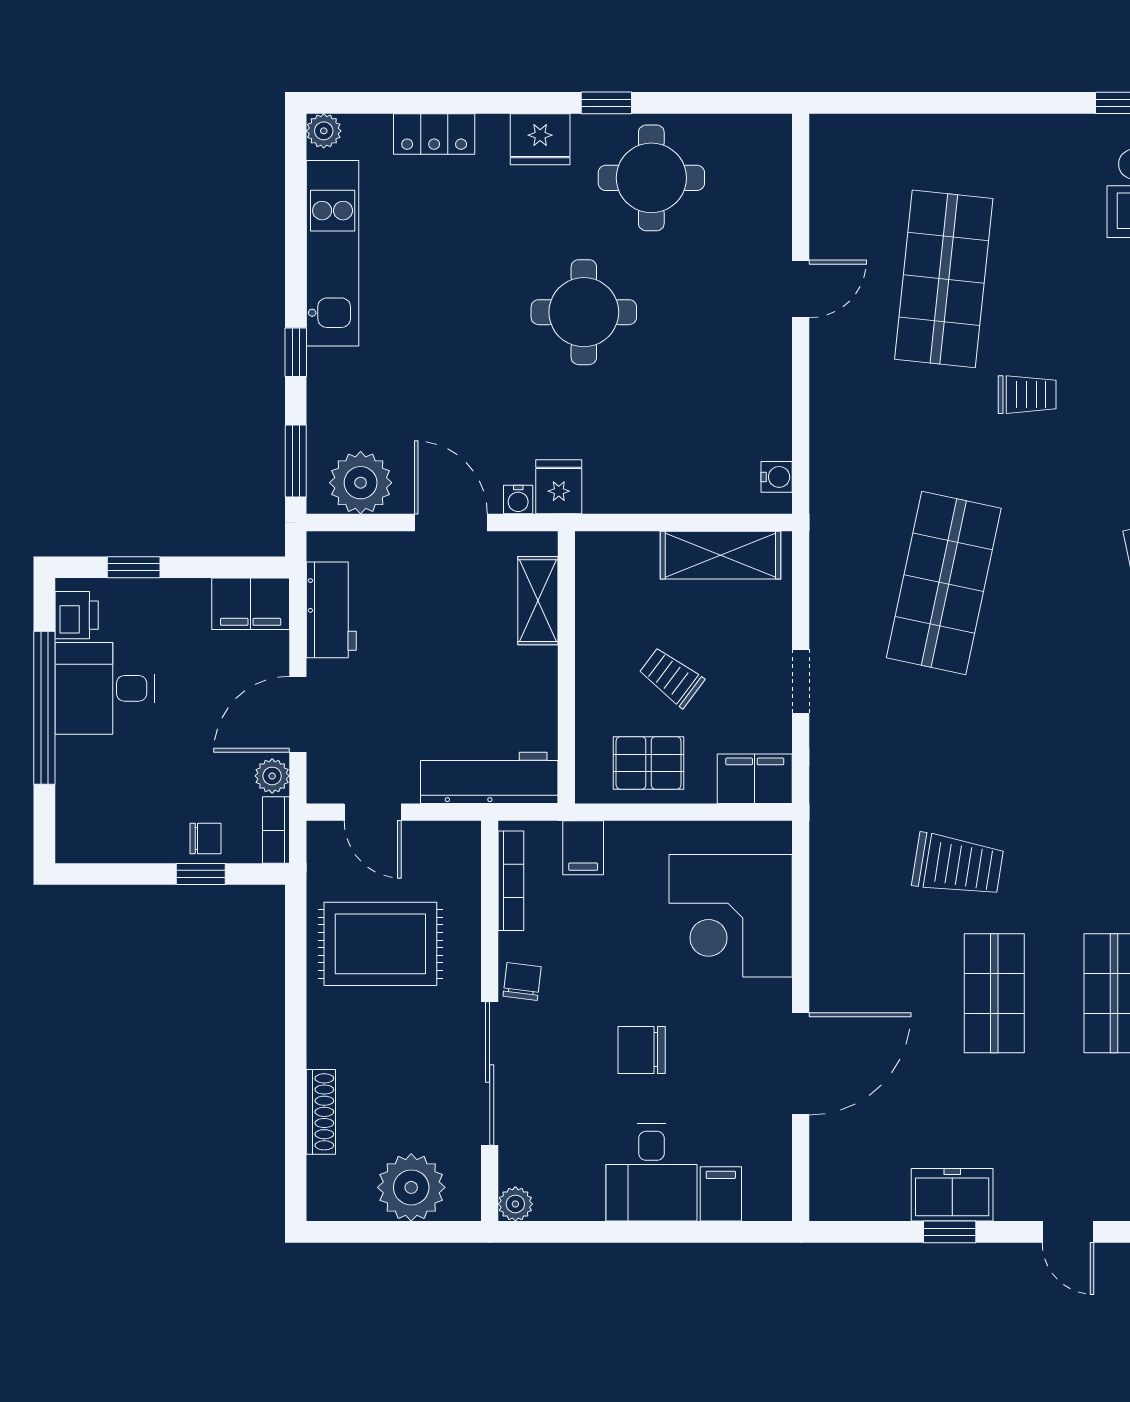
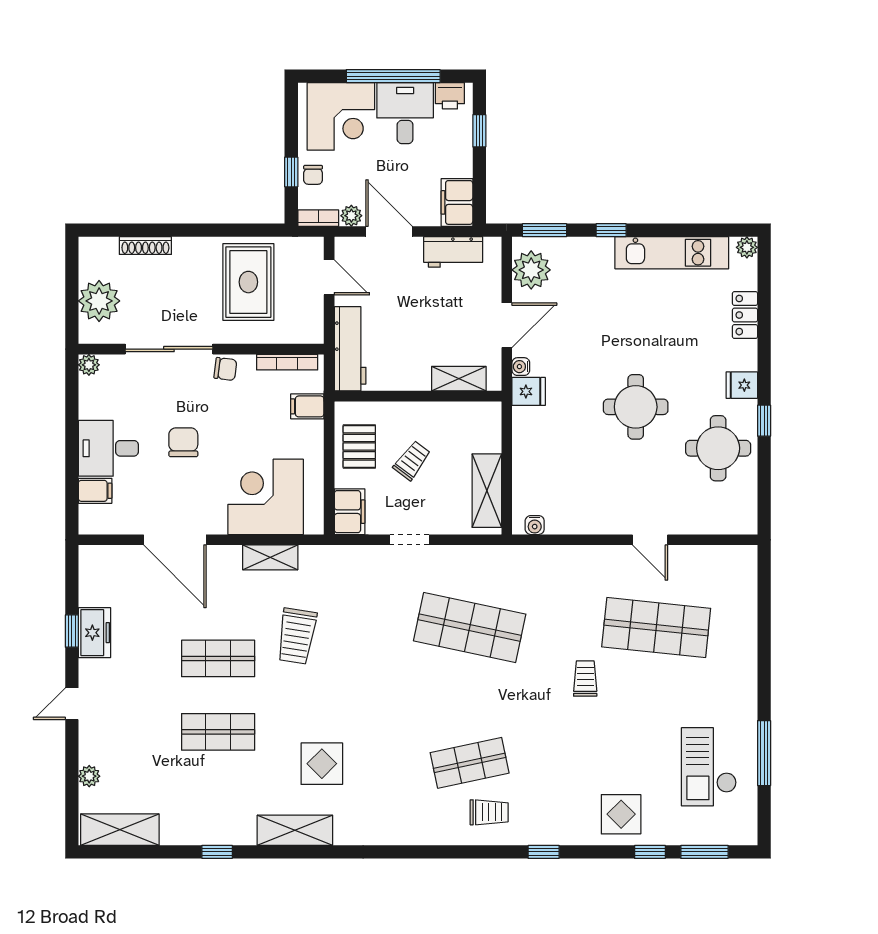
fridge: (540, 139) -> (742, 385), width x0.72
trolley: (1027, 395) -> (585, 679), turned 180
corner desk: (110, 793) -> (341, 116), added
door: (373, 812) -> (329, 277), swing flipped
shelving: (829, 908) -> (270, 557), added

